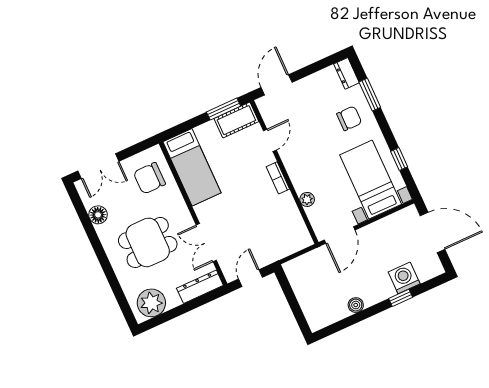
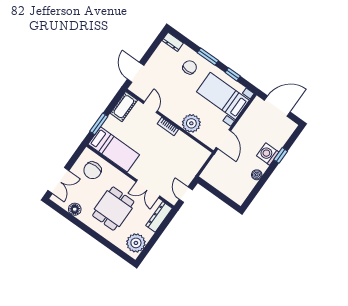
window: (370, 95) -> (208, 57), moved
window: (224, 109) -> (99, 124), moved
plant: (307, 199) -> (191, 123), width x1.87, depth x1.87
washing machine: (404, 278) -> (268, 154), moved

